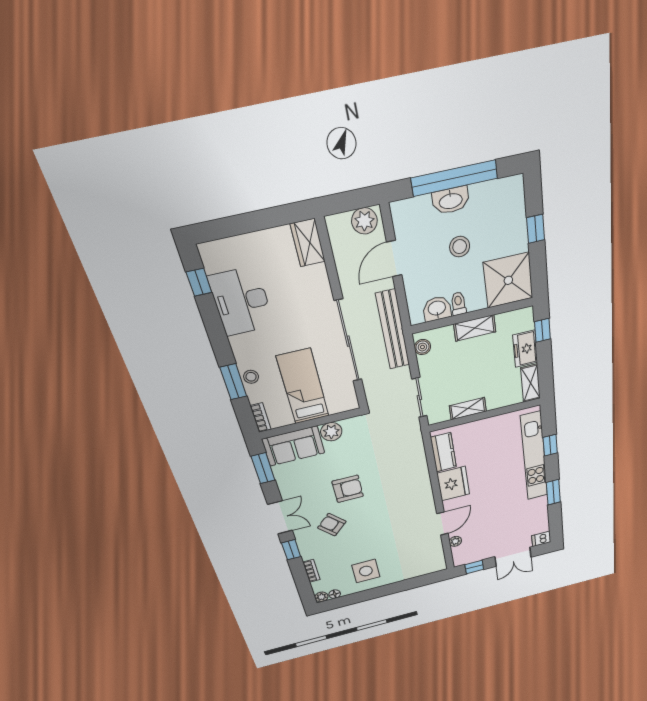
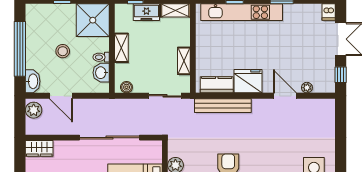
washbasin: (451, 200) -> (33, 81), moved
bench: (393, 330) -> (223, 106), moved

